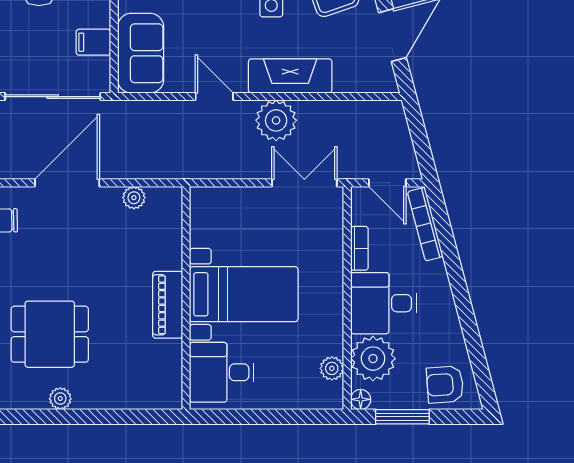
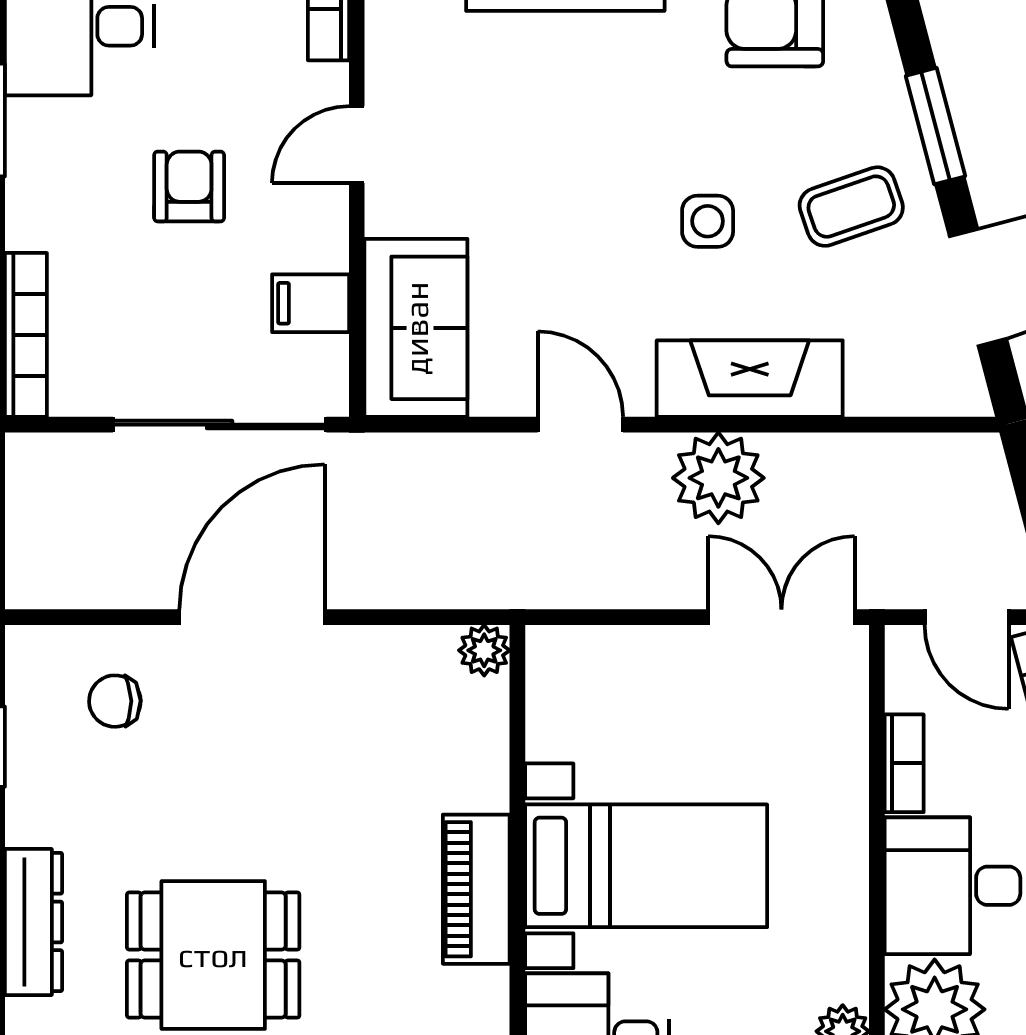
plant: (134, 198) -> (484, 650), moved

